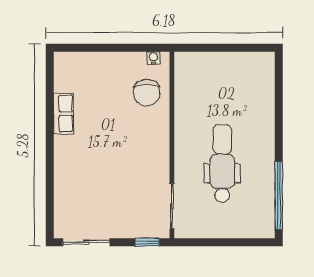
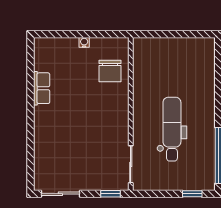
water cooler: (153, 58) -> (84, 42), moved
window: (247, 242) -> (192, 194), added

